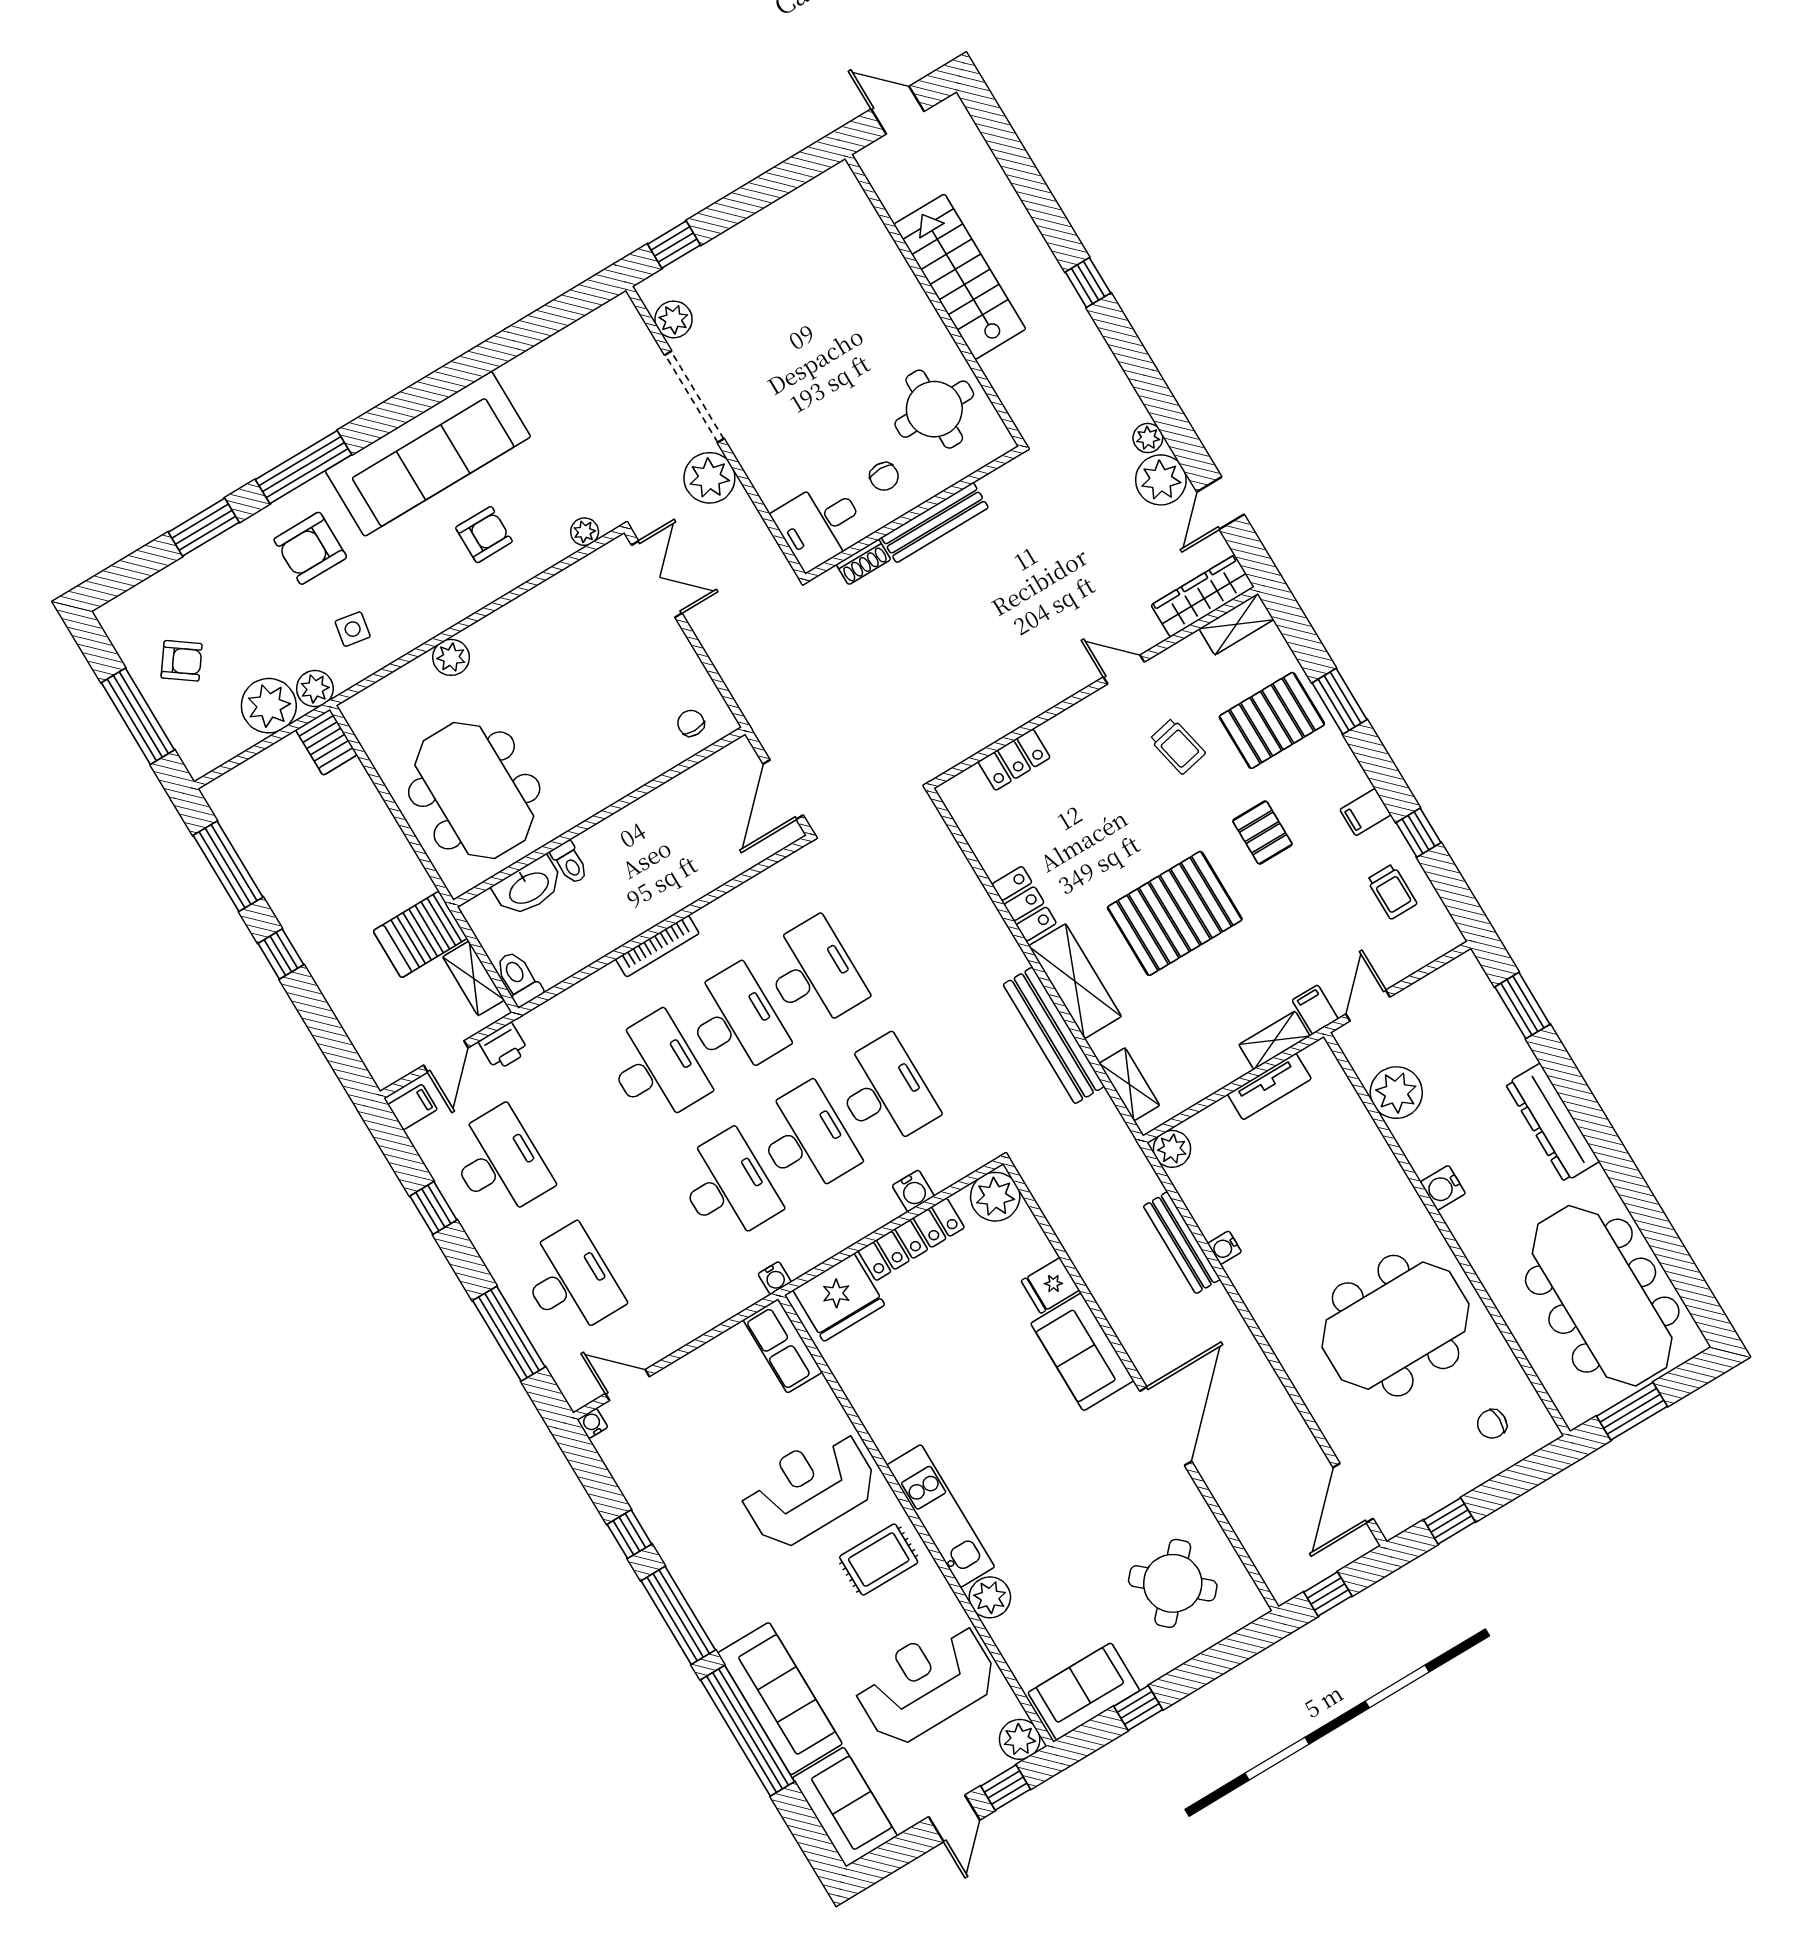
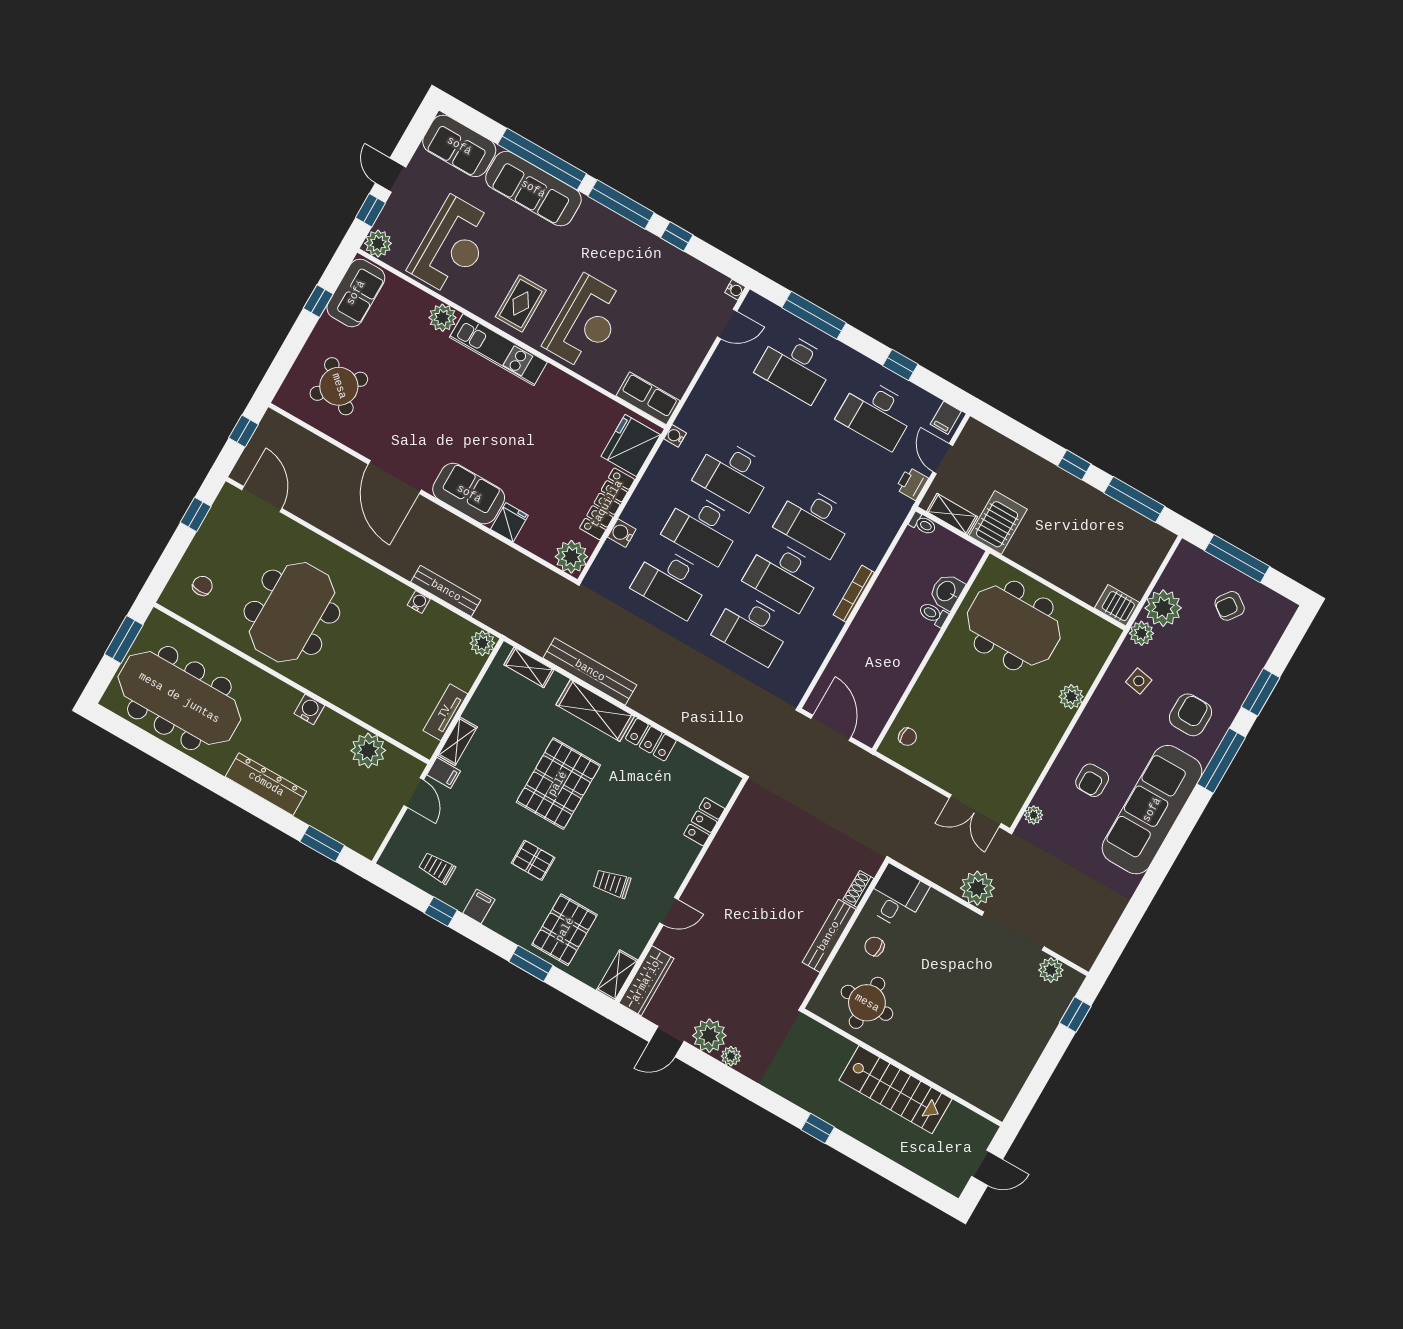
door: (1220, 503) -> (667, 1042), swing flipped
washbasin: (528, 887) -> (947, 591), width x0.72
toilet: (518, 978) -> (923, 524), width x0.73, depth x0.72

